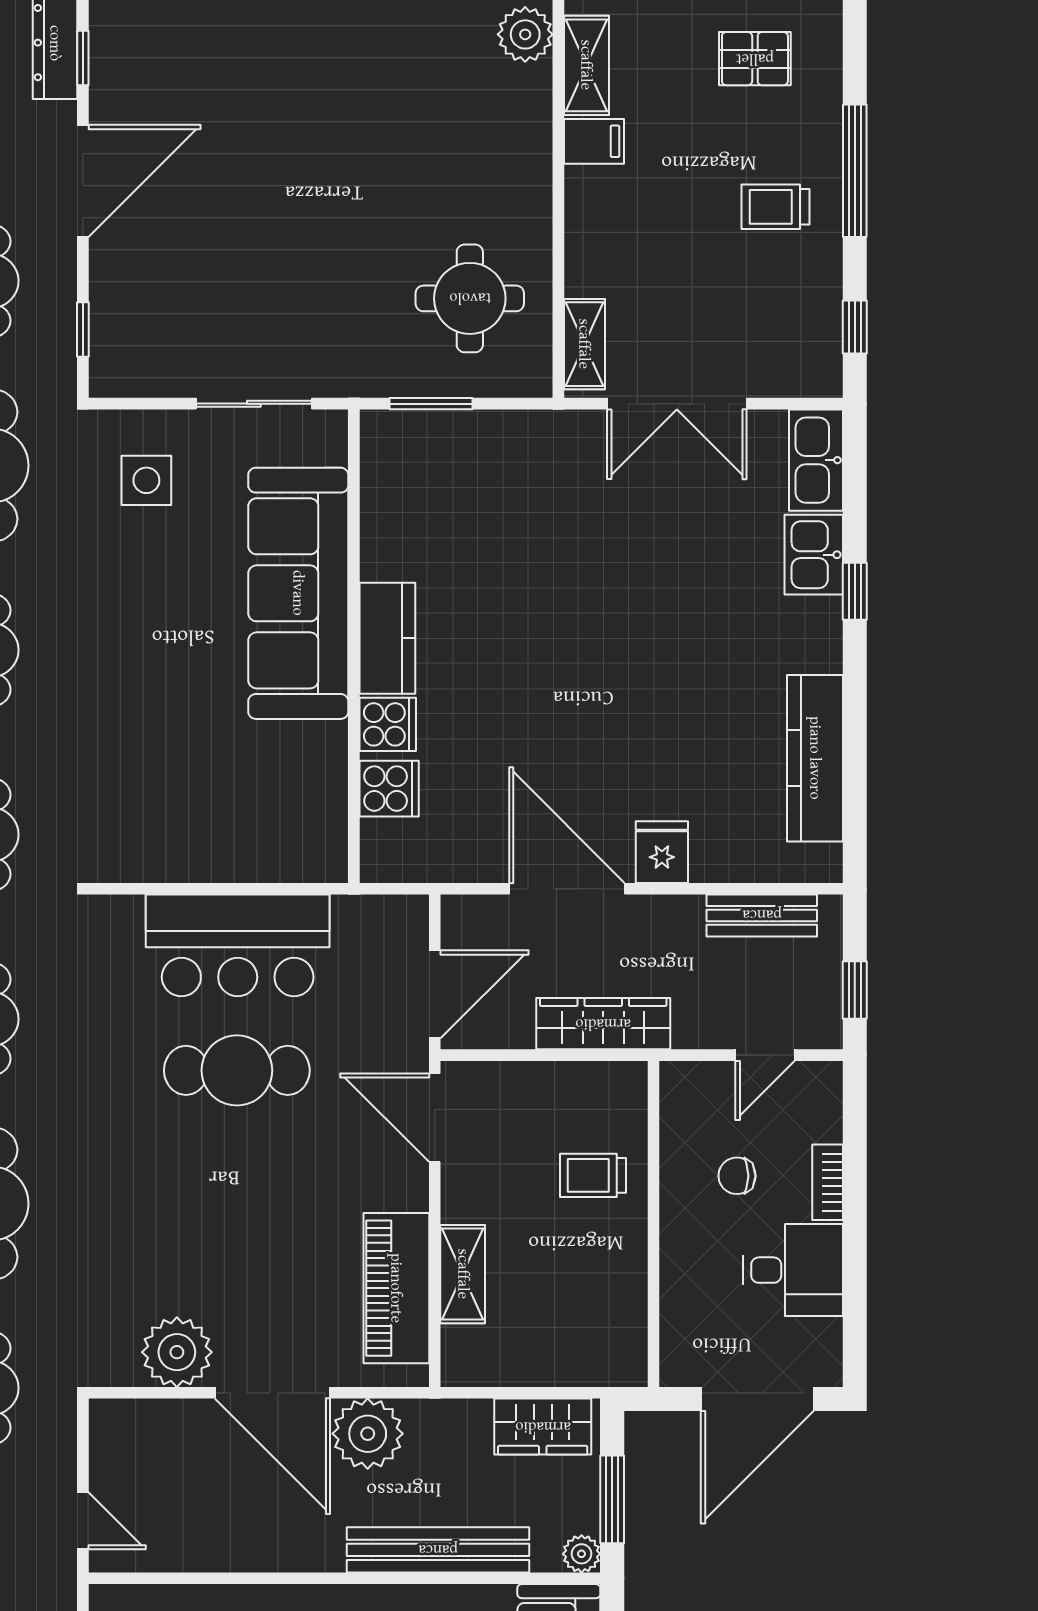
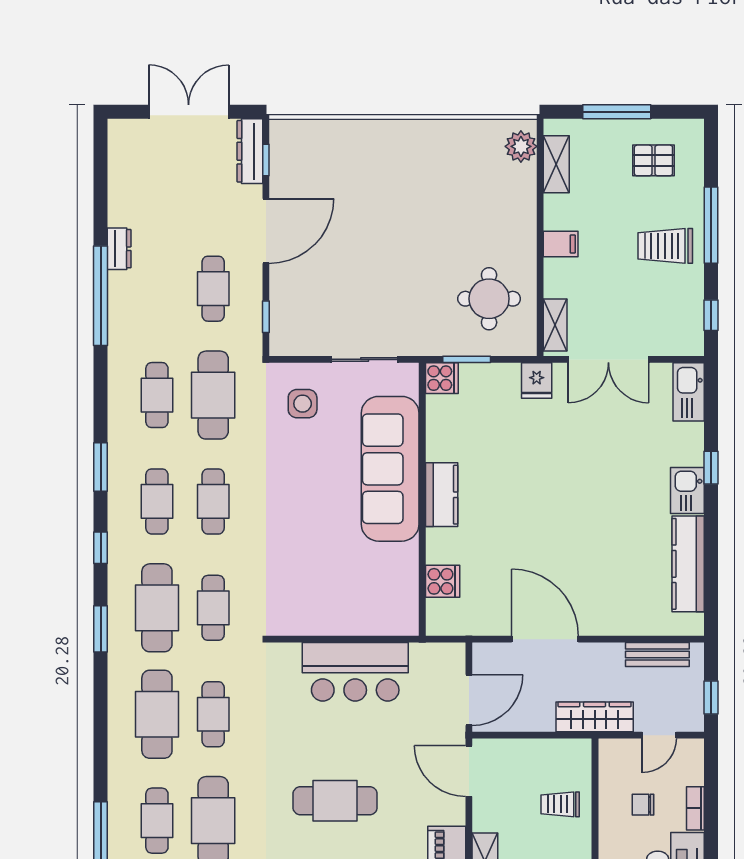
filing cabinet: (594, 141) -> (561, 244), moved
trolley: (775, 207) -> (665, 246), width x1.36, depth x1.39
kitchen sink: (814, 555) -> (687, 490), moved
cooker: (388, 724) -> (442, 378), moved
fridge: (662, 852) -> (537, 381), moved, turned 180
wardrobe: (603, 1024) -> (595, 717), moved
cafe table: (237, 1070) -> (335, 801), moved

